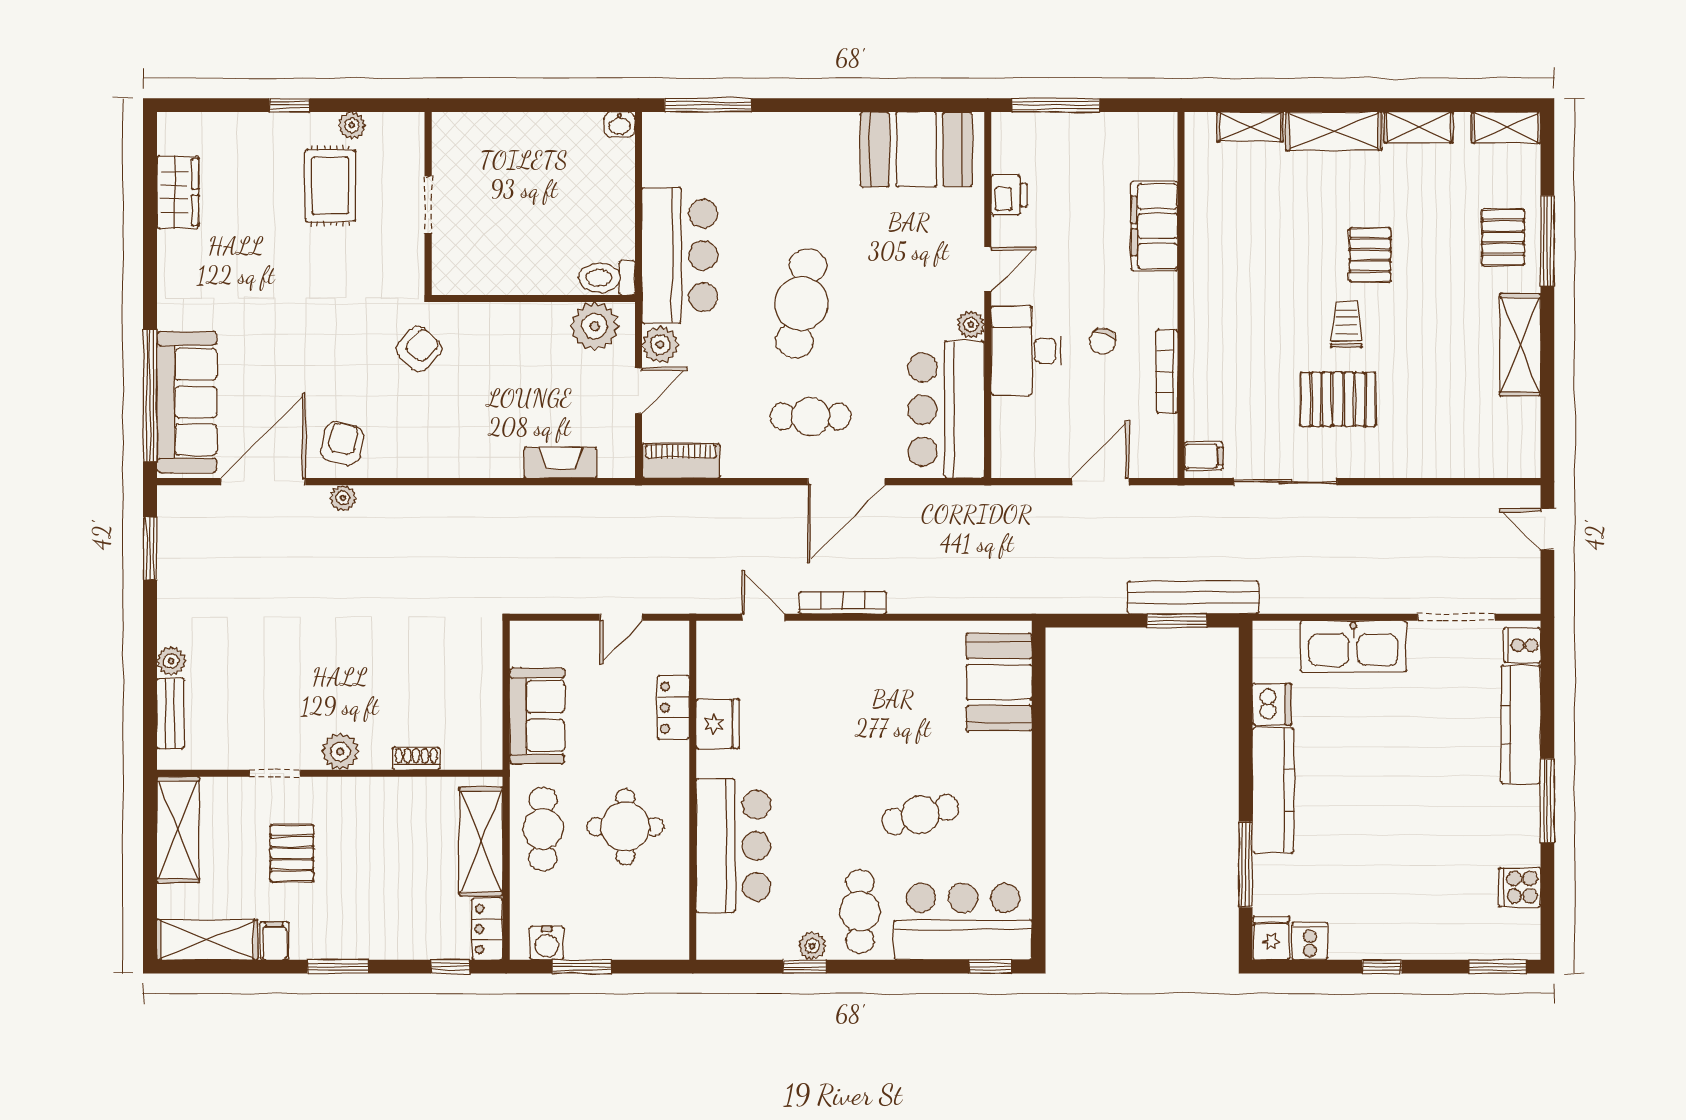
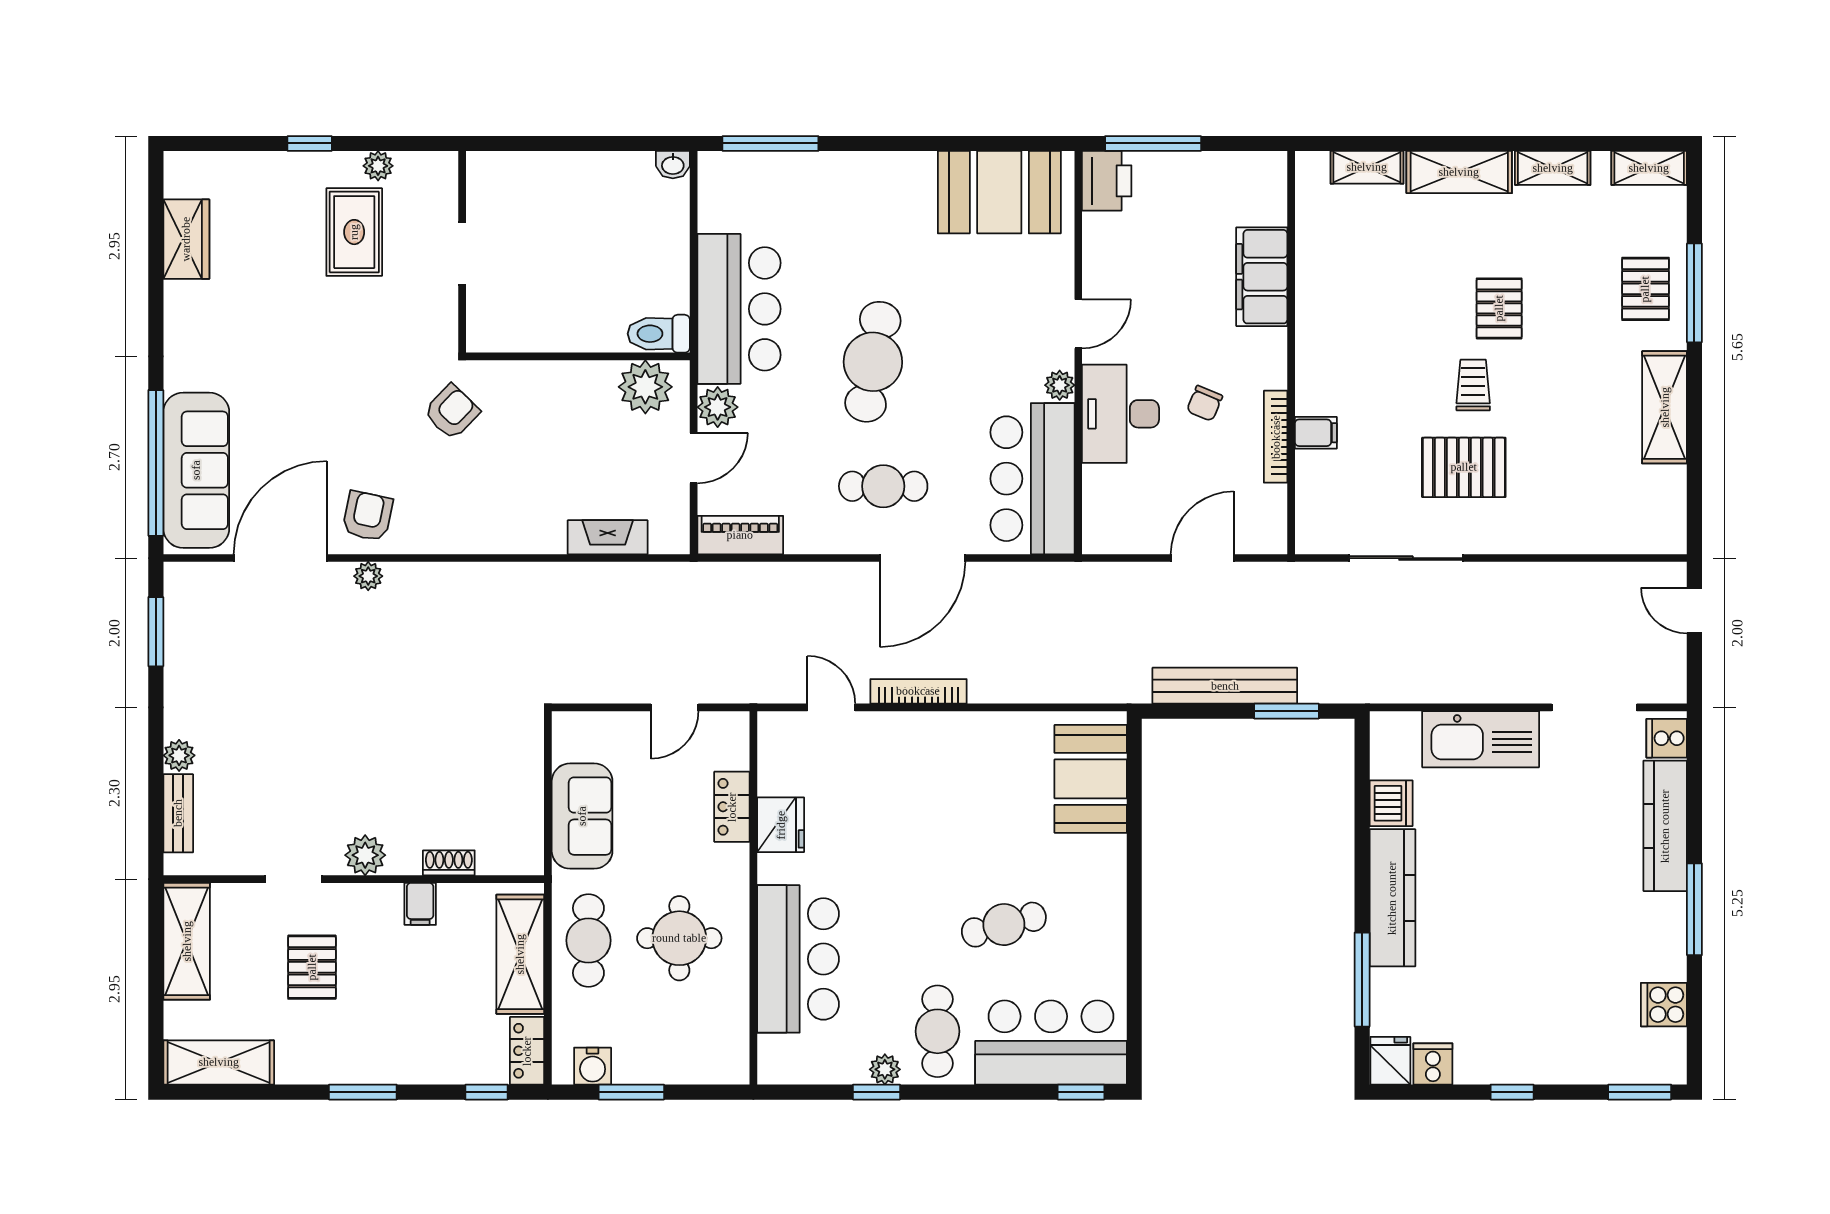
printer: (1009, 195) -> (1107, 181), moved, width x1.36, depth x1.24
filing cabinet: (1204, 456) -> (1316, 433), moved
bench: (1193, 598) -> (1225, 686), moved
filing cabinet: (274, 941) -> (420, 904), moved, turned 180

